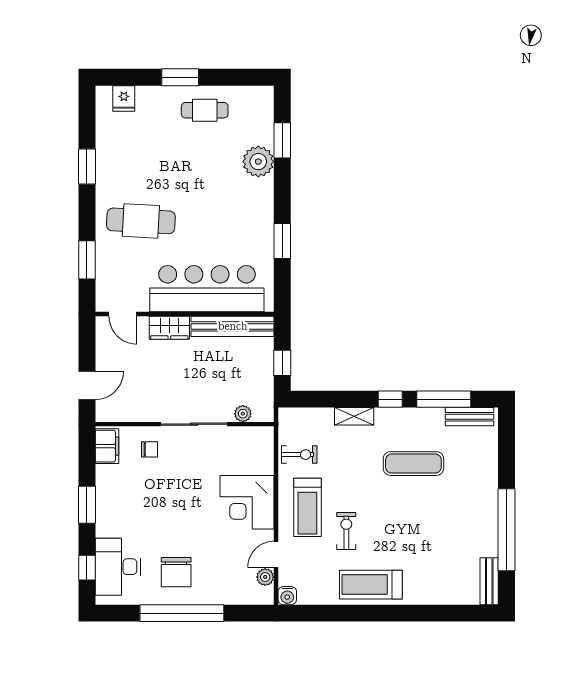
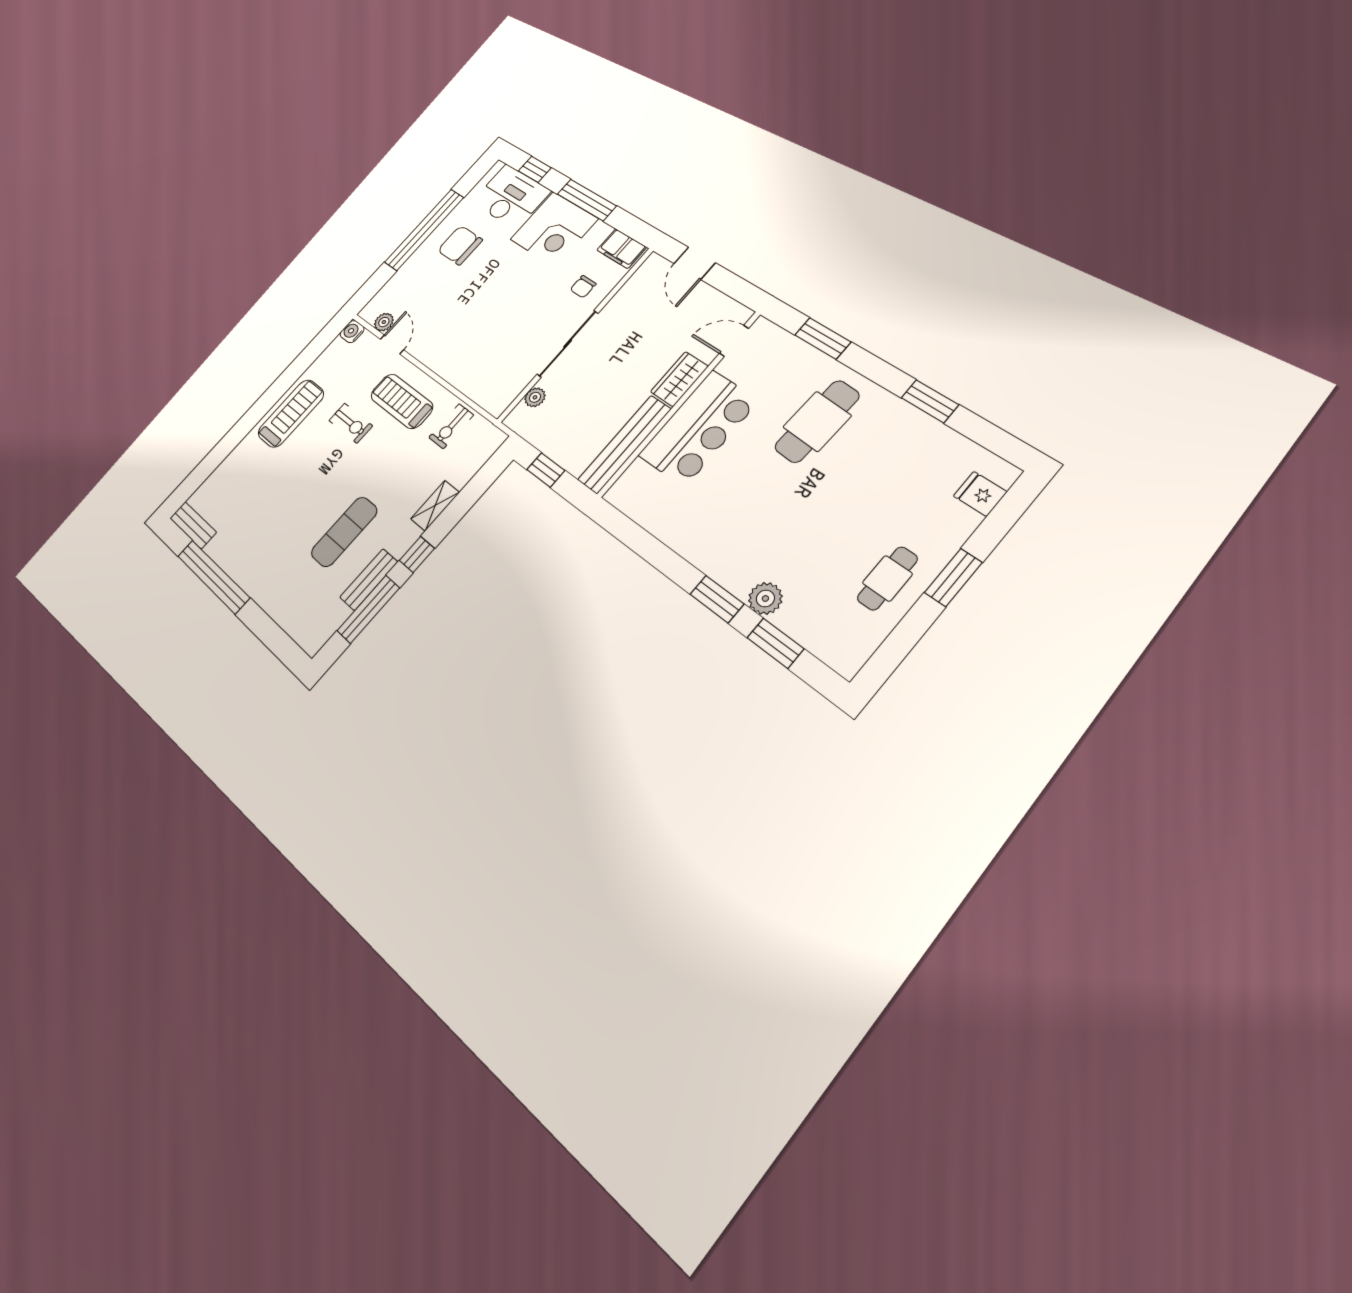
plant: (258, 162) -> (765, 598), width x0.73, depth x0.73
window: (282, 241) -> (717, 599), moved
bar counter: (207, 289) -> (699, 428), width x0.73
bench: (469, 417) -> (369, 580), moved
corner desk: (247, 502) -> (554, 229), moved, turned 180
window: (87, 505) -> (587, 200), width x1.44

